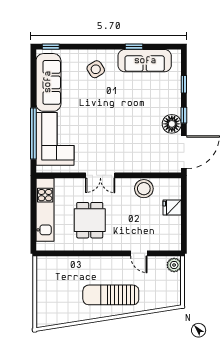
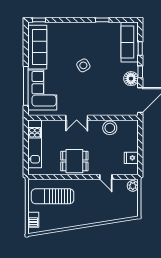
sofa: (145, 61) -> (130, 42), moved, turned 90
side table: (96, 69) -> (83, 65), moved
fridge: (172, 208) -> (131, 158), moved
dining table: (90, 220) -> (74, 161), moved, turned 90
sun lounger: (111, 295) -> (53, 196), moved
barbecue: (43, 309) -> (33, 220), added

